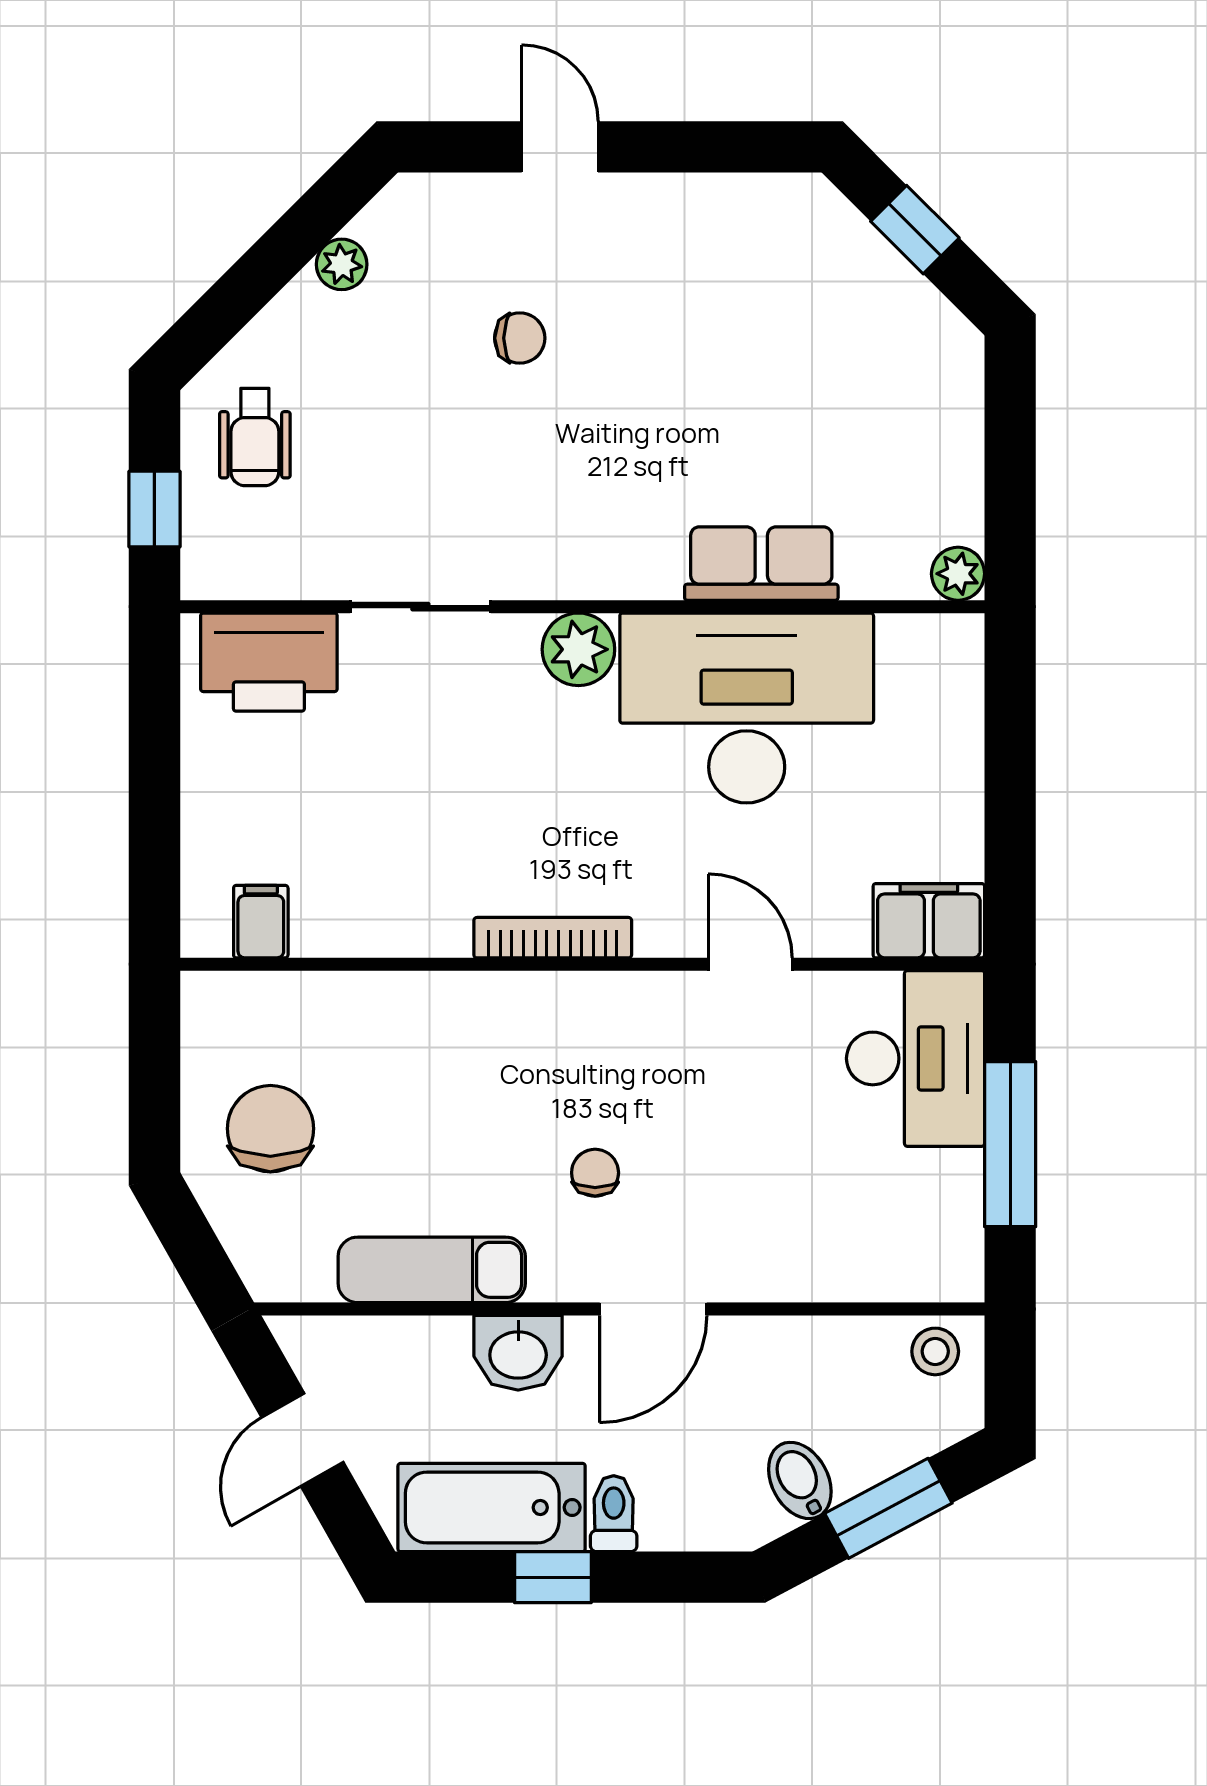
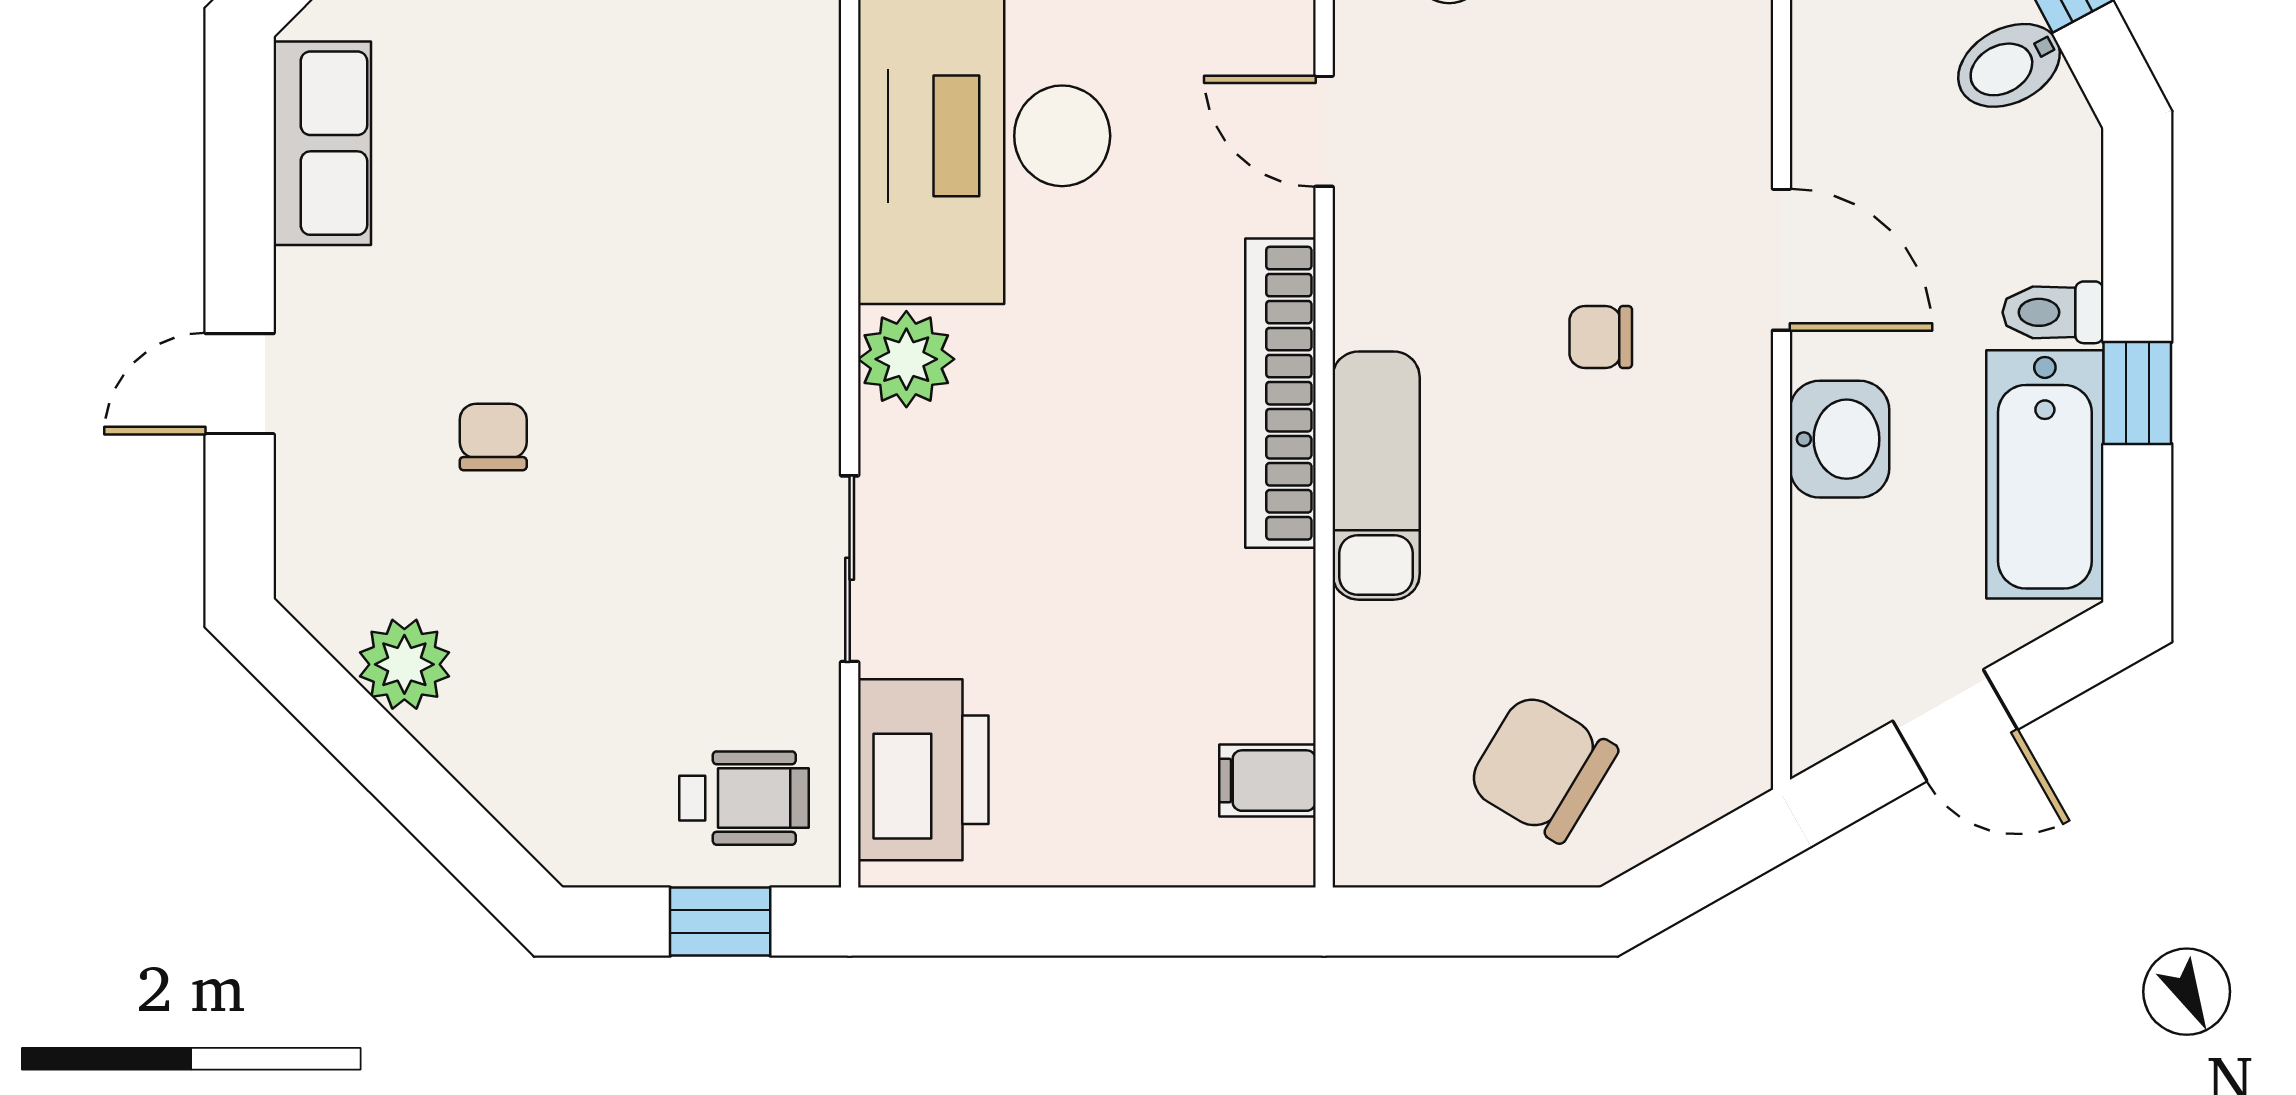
plant: (342, 264) -> (404, 664), width x1.38, depth x1.38
wheelchair: (255, 437) -> (744, 798), moved
row of seats: (761, 564) -> (322, 143), moved, turned 180
bookcase: (553, 938) -> (1280, 393), width x1.48, depth x1.31
door: (750, 964) -> (1324, 131), hinge flipped
chair: (270, 1129) -> (1542, 768), turned 31
exam couch: (432, 1270) -> (1376, 476), moved, turned 180

